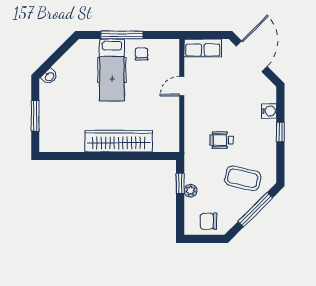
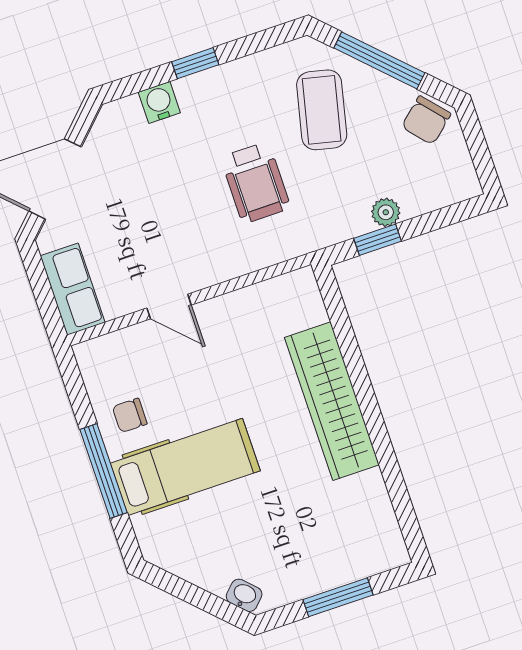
wheelchair: (222, 140) -> (256, 183), width x1.36, depth x1.37
chair: (208, 221) -> (426, 120), moved, turned 49

